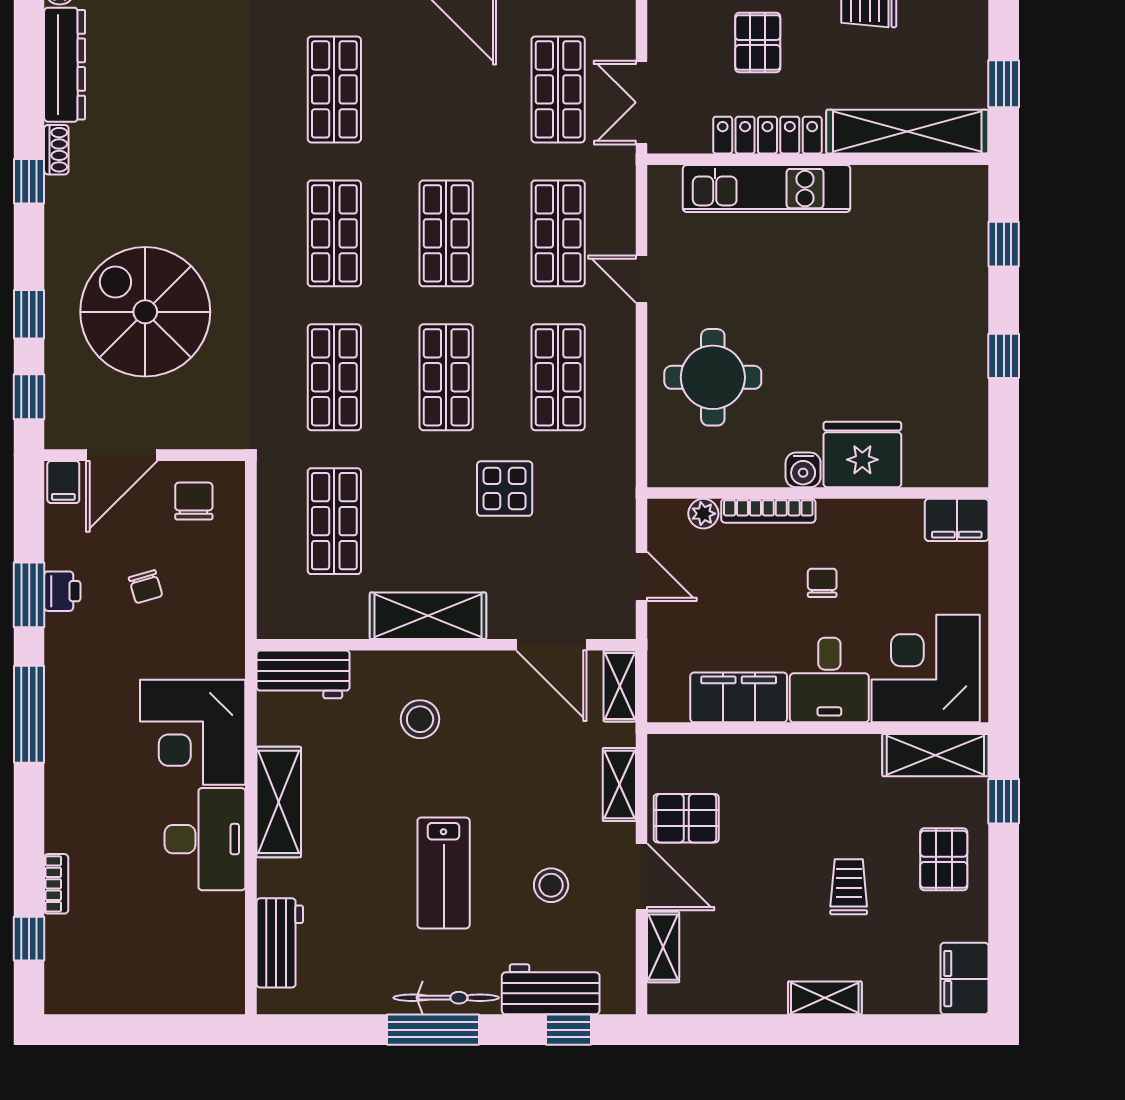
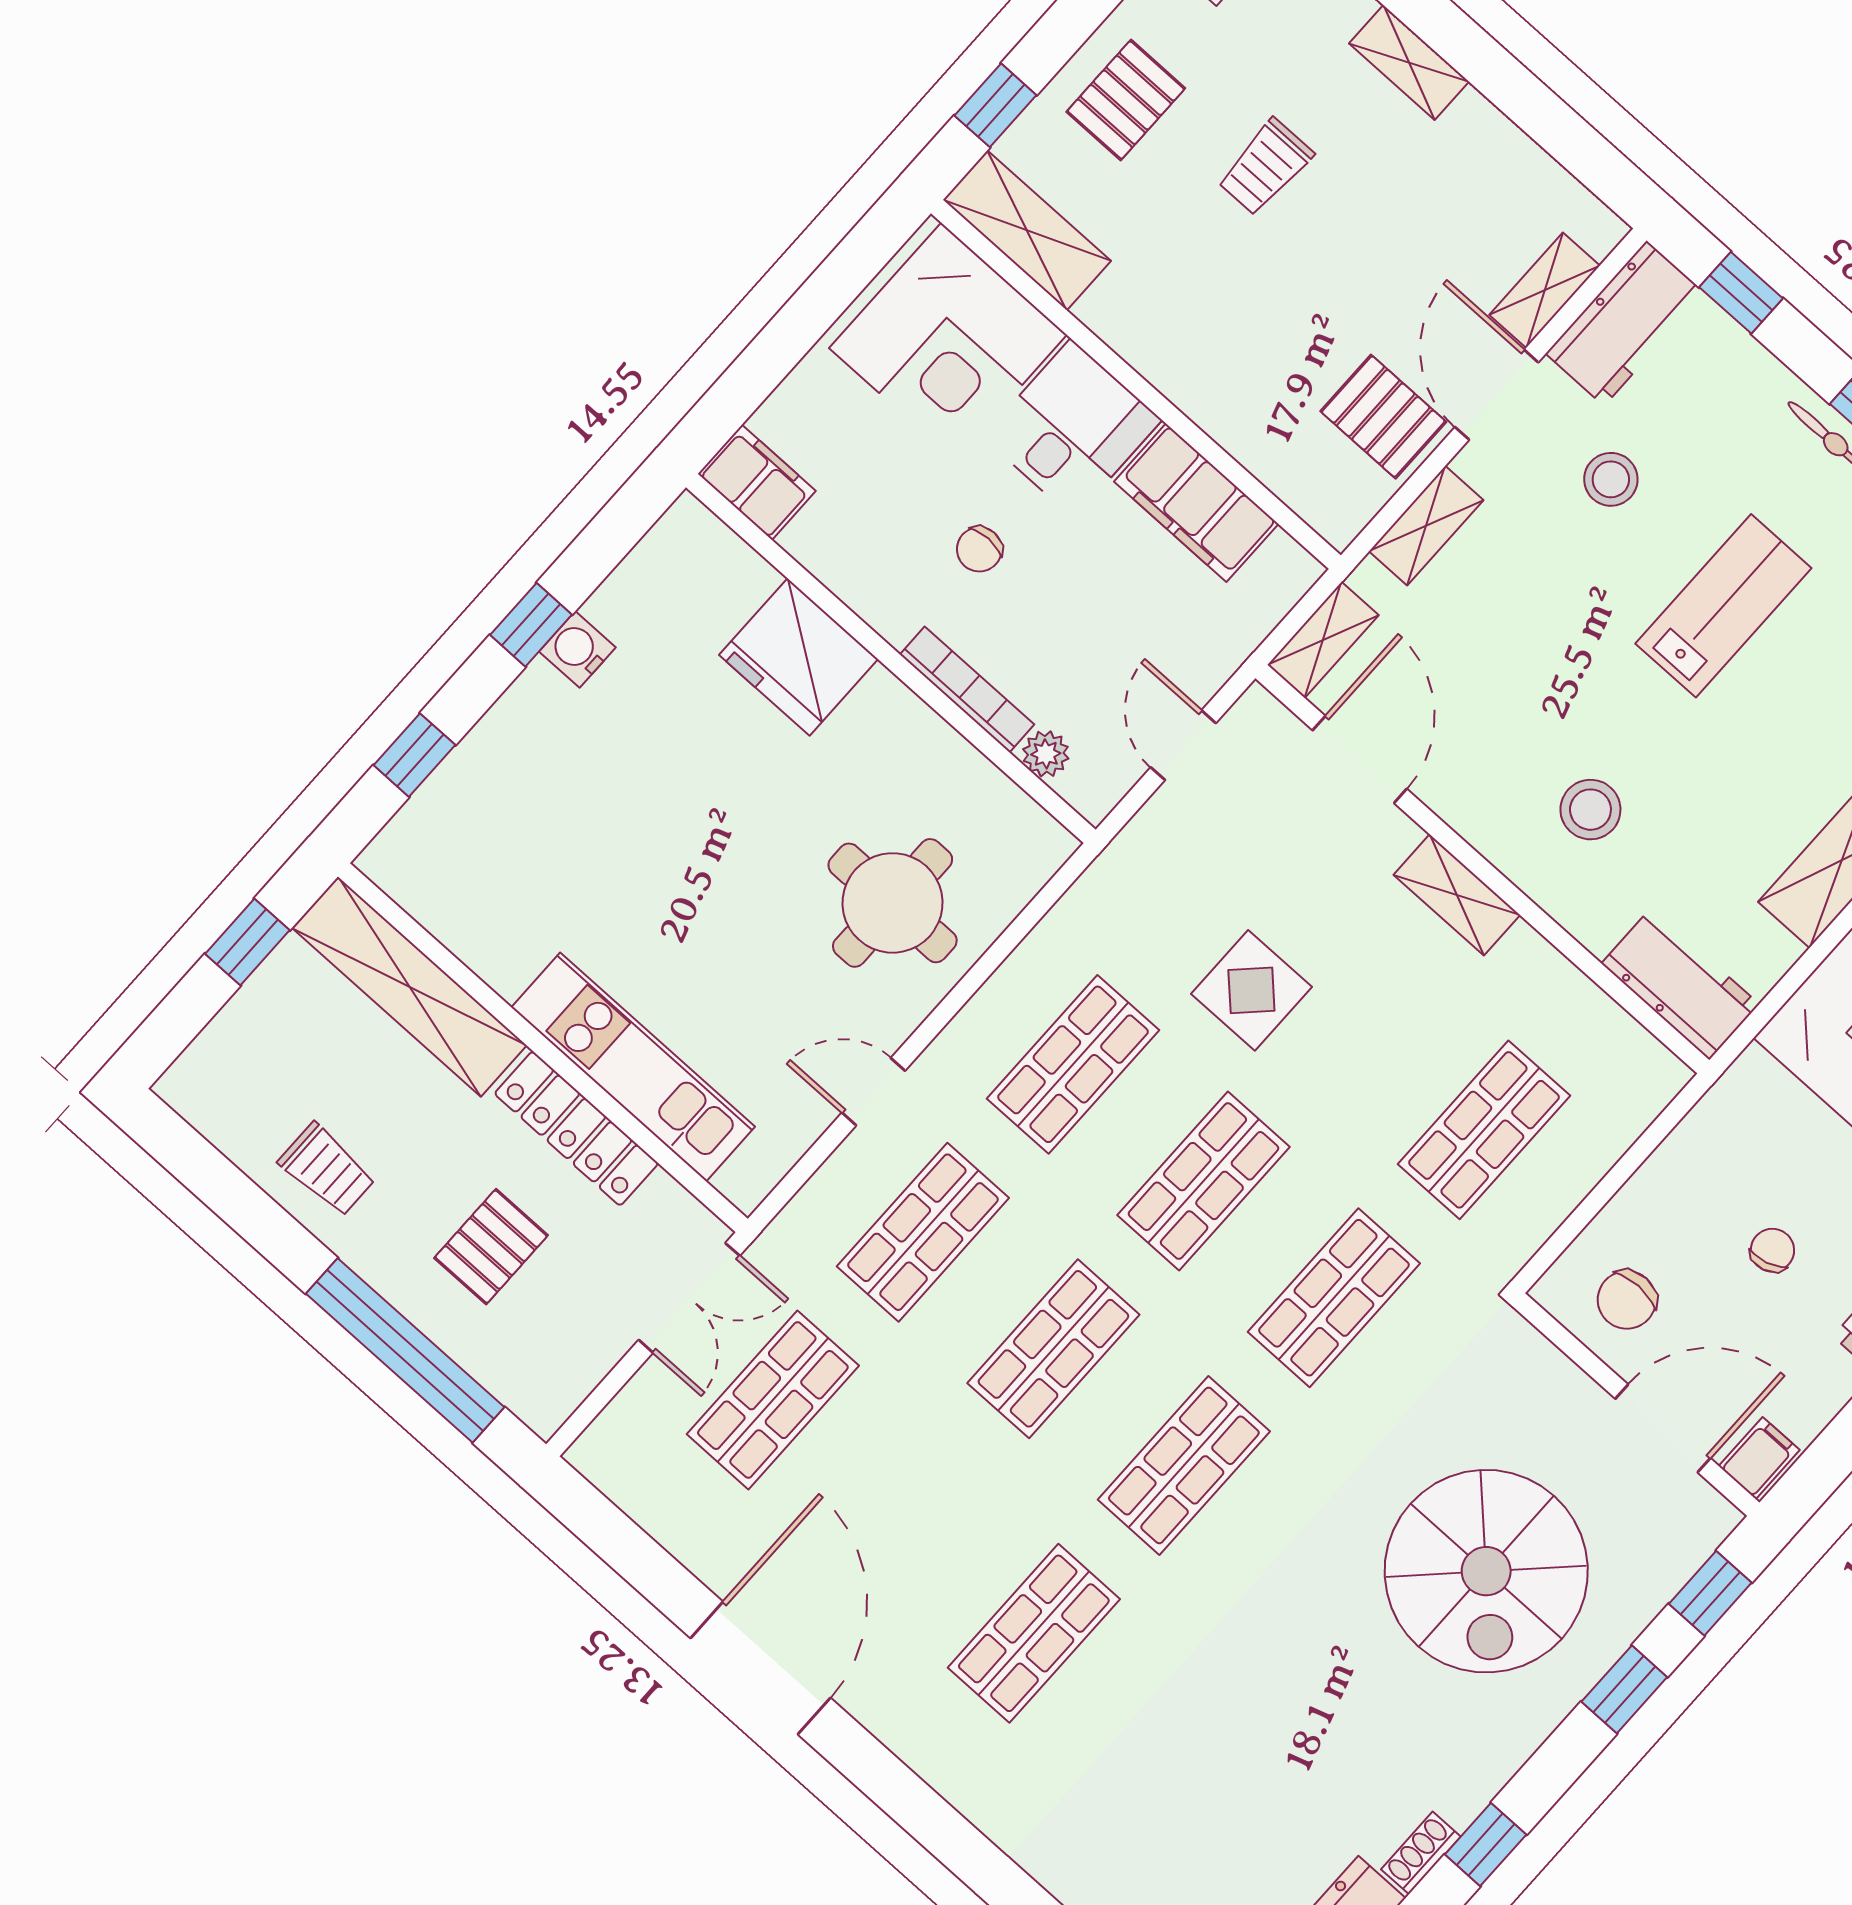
door: (642, 279) -> (873, 1092), swing flipped
water cooler: (803, 470) -> (577, 649), moved, turned -90
shelving: (428, 616) -> (1457, 895), width x0.67, depth x0.75
workbench: (551, 989) -> (1625, 323), moved, turned -90

